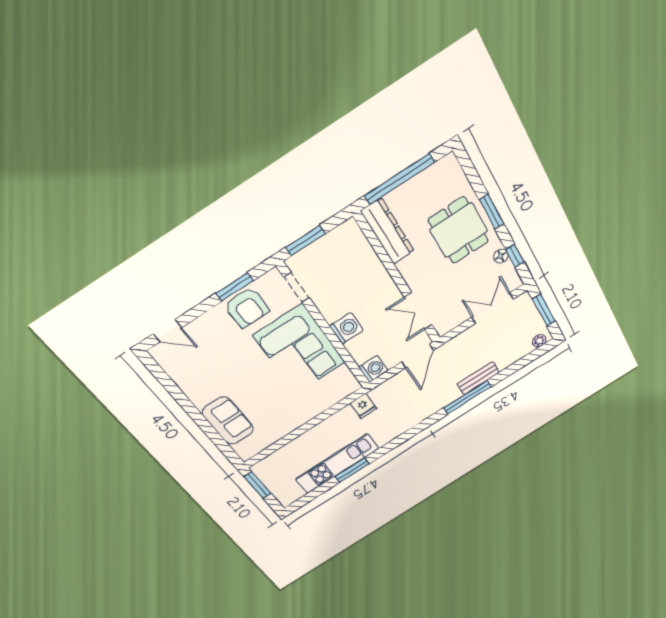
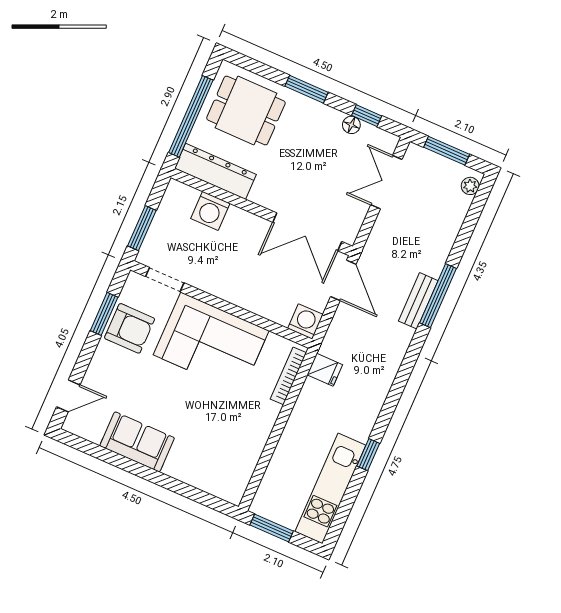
dining table: (459, 230) -> (246, 110), moved
double door: (418, 311) -> (307, 232), width x1.37
washing machine: (346, 328) -> (210, 211), moved, turned 180
bench: (478, 378) -> (418, 301), moved
bookcase: (337, 398) -> (288, 376), added
sofa: (228, 421) -> (137, 442), moved
kitchen unit: (337, 464) -> (330, 488), moved
window: (352, 470) -> (368, 455), width x0.67

